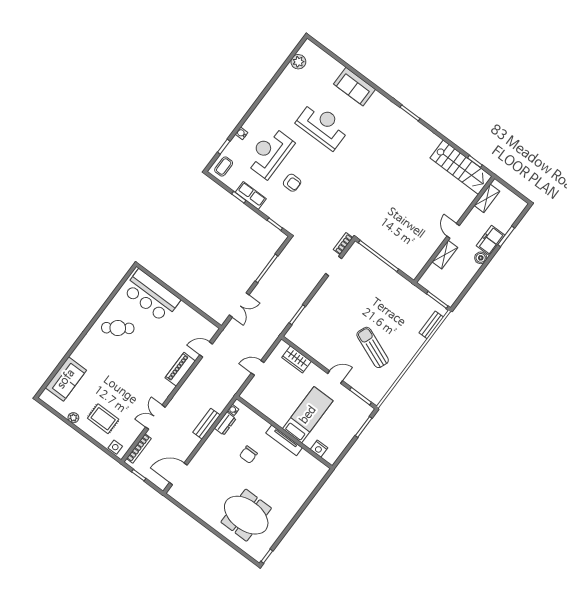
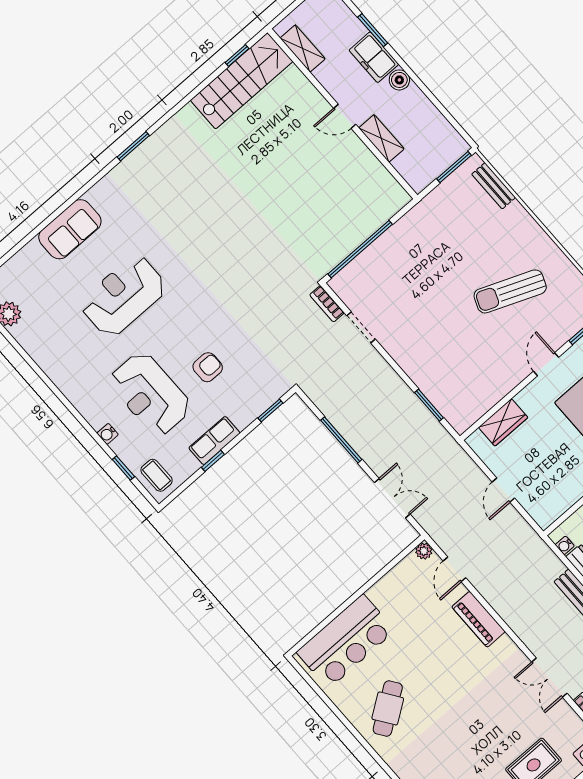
plant: (213, 330) -> (424, 551), added

